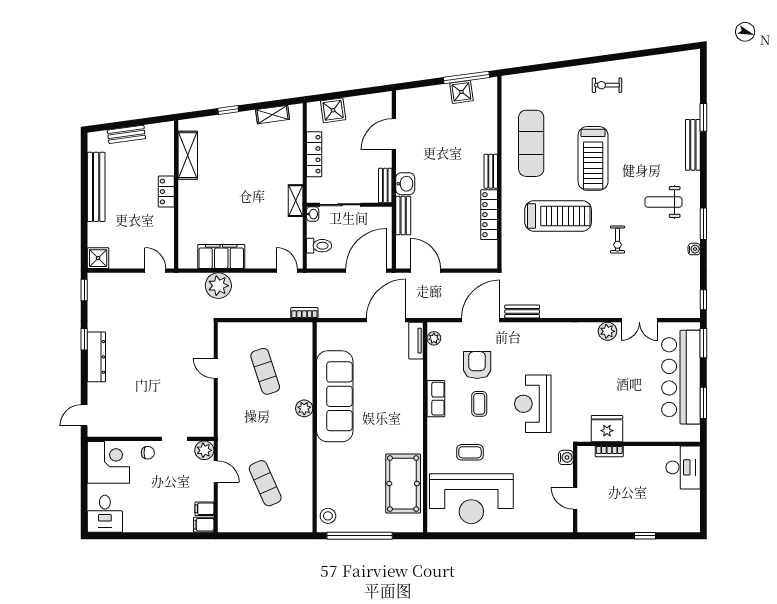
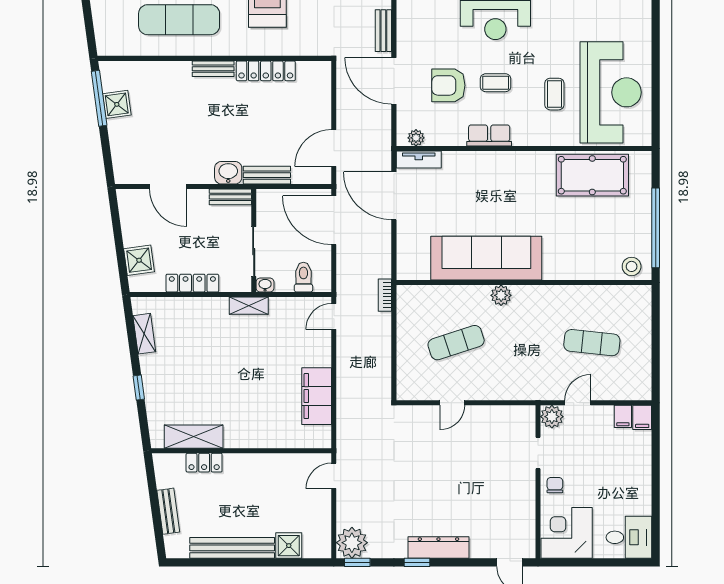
locker: (166, 192) -> (204, 463), moved
shower: (98, 258) -> (289, 546), moved
plant: (218, 286) -> (352, 543), moved
exercise mat: (265, 483) -> (592, 343), turned 30

